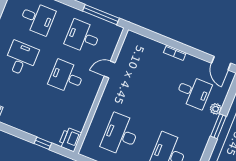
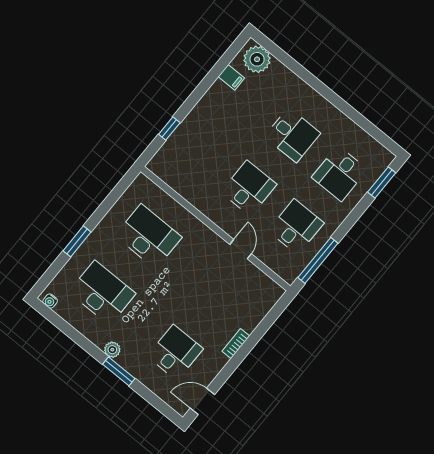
desk: (194, 92) -> (175, 352), turned 180
plant: (216, 109) -> (112, 350), moved
printer: (70, 139) -> (163, 167), removed

